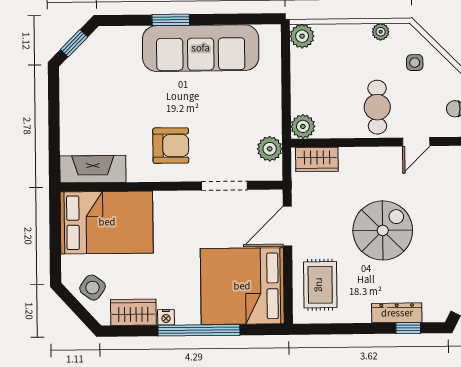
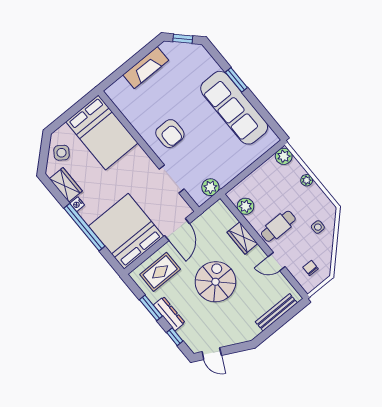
plant: (381, 32) -> (307, 180), moved
plant: (303, 126) -> (245, 206), moved
wardrobe: (317, 159) -> (242, 238), moved
fireplace: (93, 169) -> (146, 68), moved, turned 90
door: (287, 226) -> (177, 230), swing flipped
spiral stairs: (383, 230) -> (215, 282), turned -90
dresser: (397, 313) -> (169, 314), moved
window: (353, 329) -> (151, 308), added

